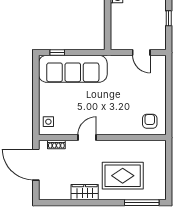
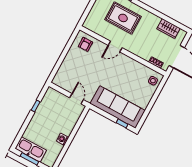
door: (141, 53) -> (77, 99), moved
door: (87, 138) -> (115, 47), moved
wardrobe: (85, 192) -> (169, 29), moved

